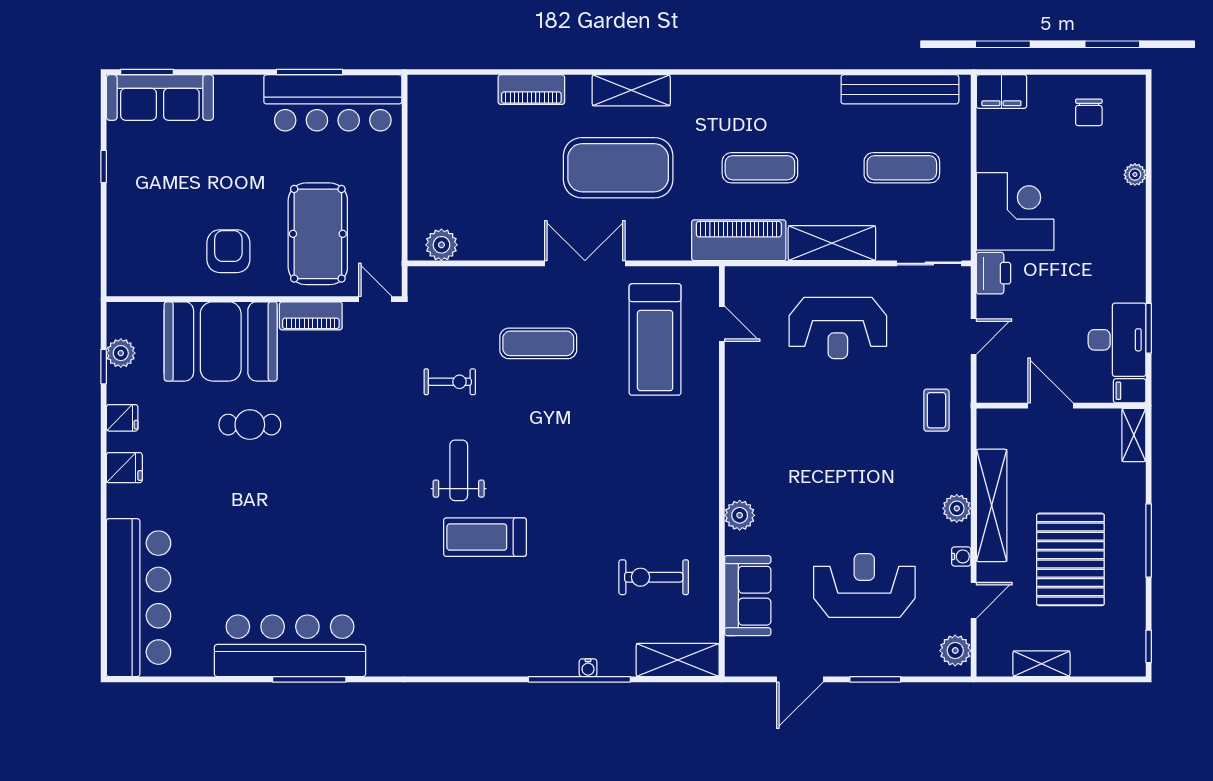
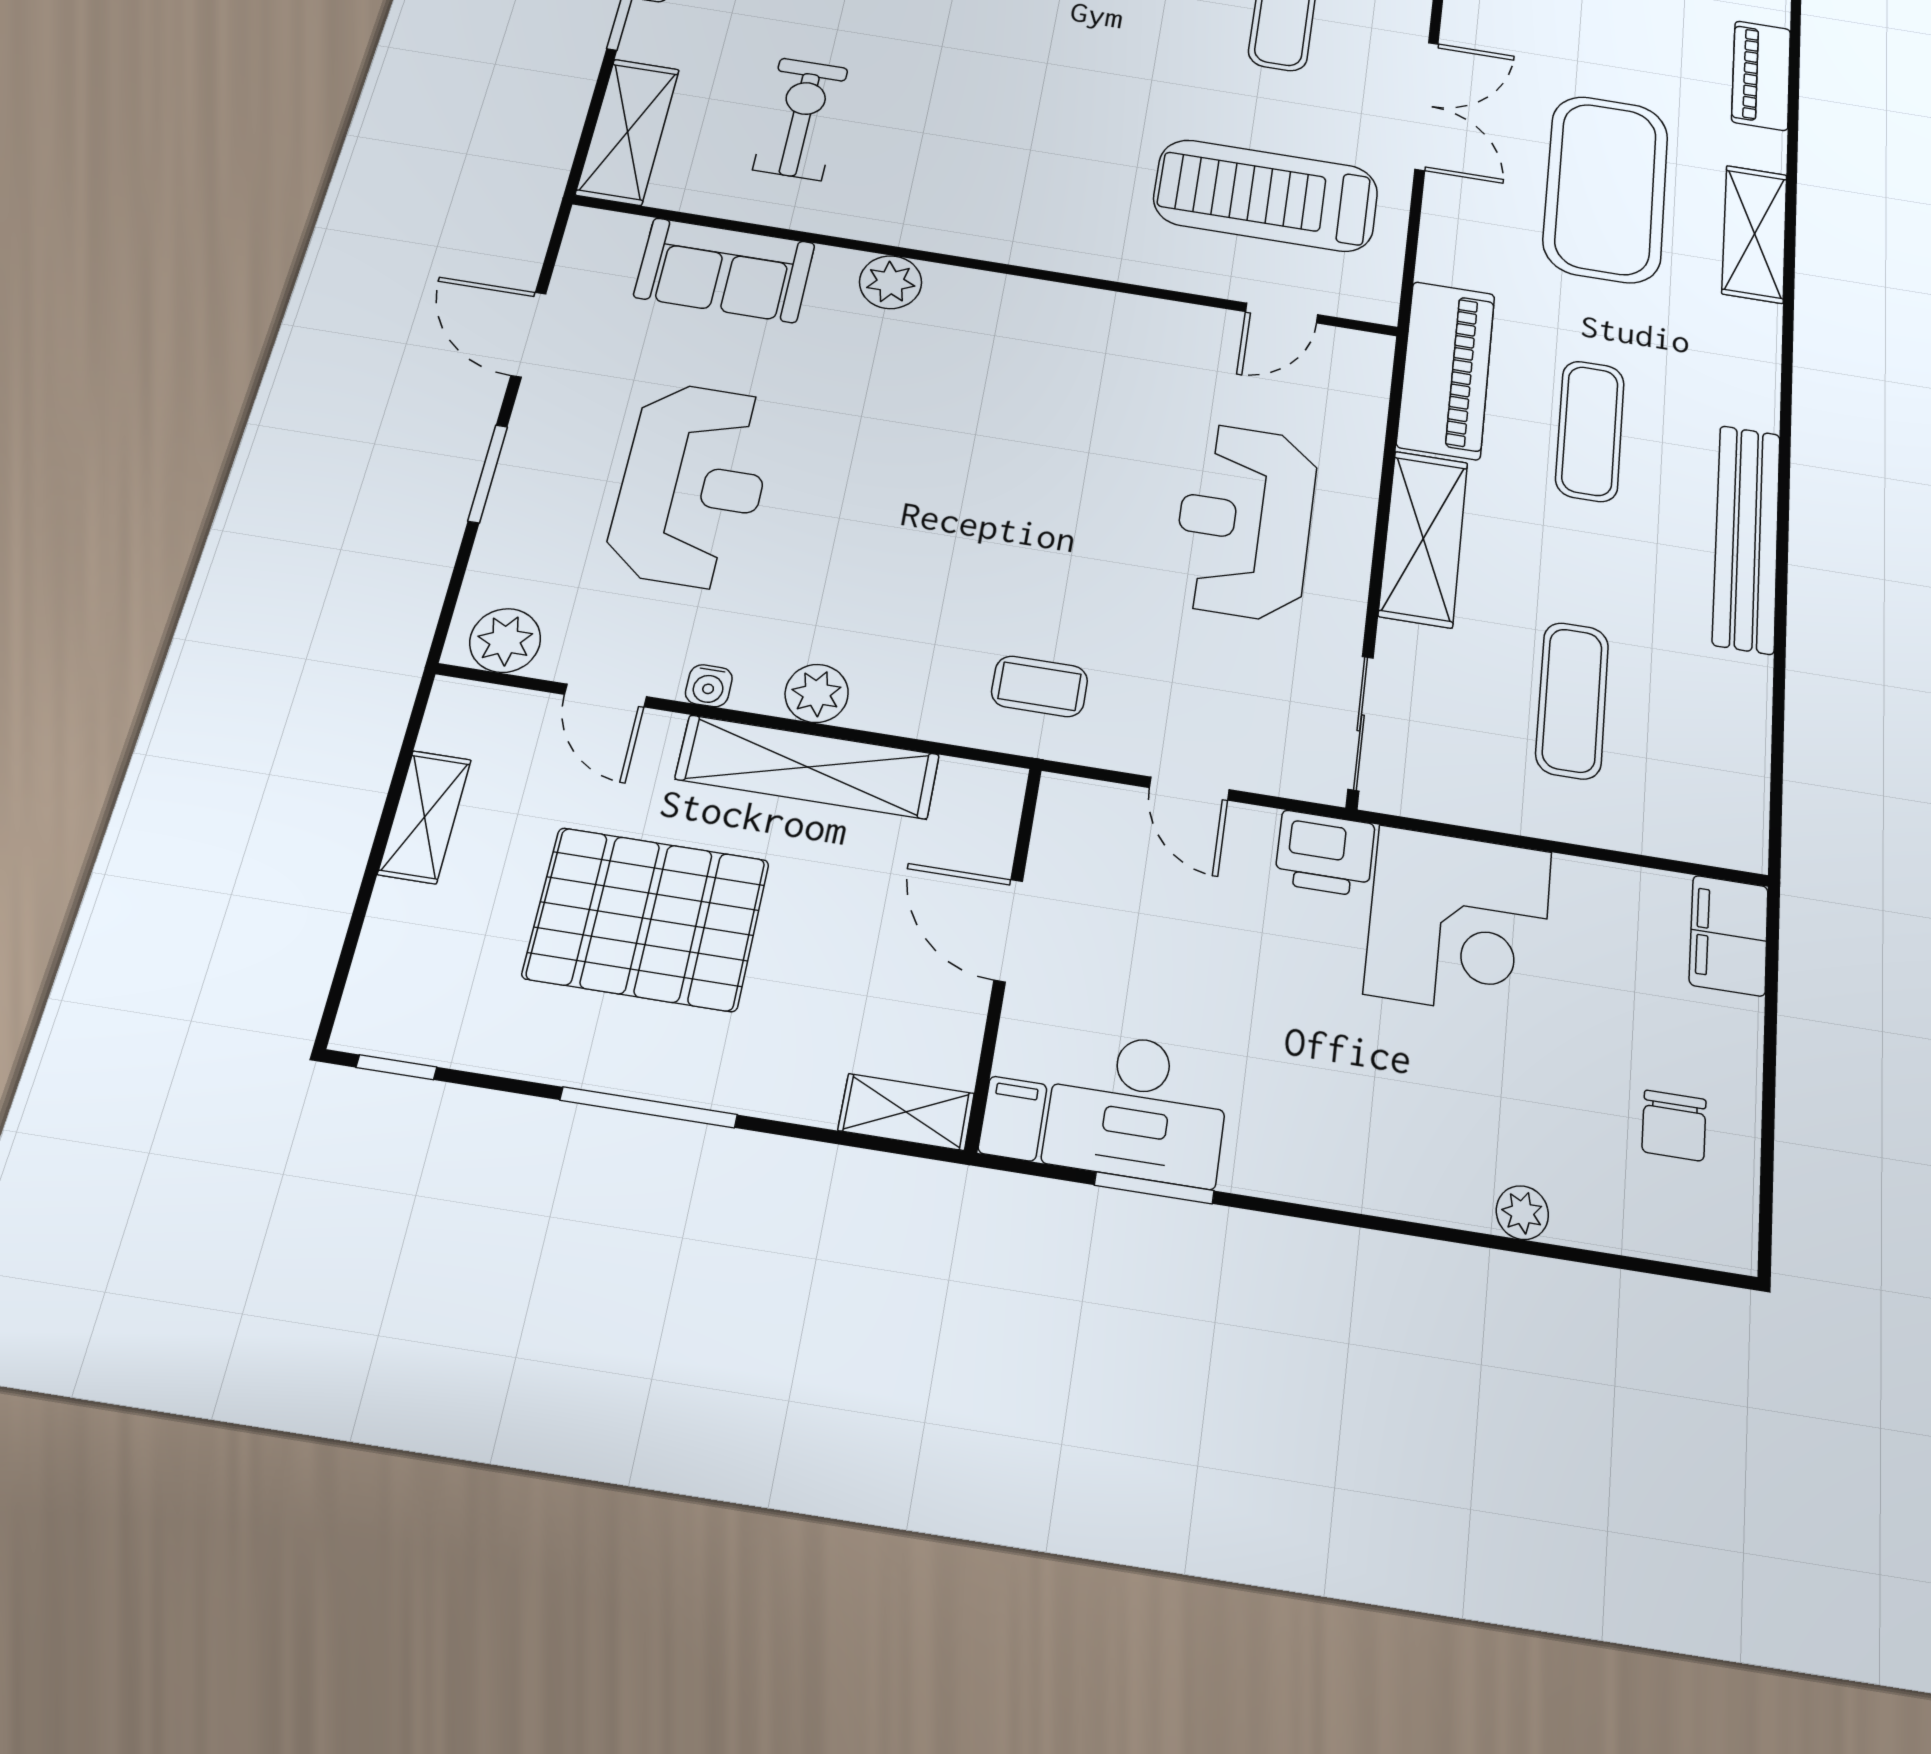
bench: (900, 89) -> (1747, 538), moved
chair: (1089, 112) -> (1674, 1126), turned -90
door: (1051, 406) -> (1008, 930), swing flipped

